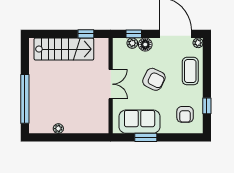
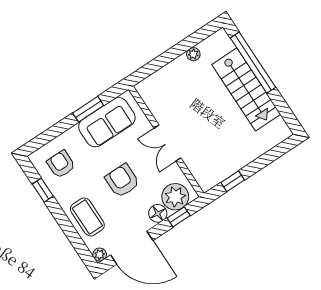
plant: (132, 43) -> (175, 197), width x1.87, depth x1.87
stairs: (64, 49) -> (246, 89), moved, turned -90
armchair: (154, 79) -> (122, 181), turned 64

